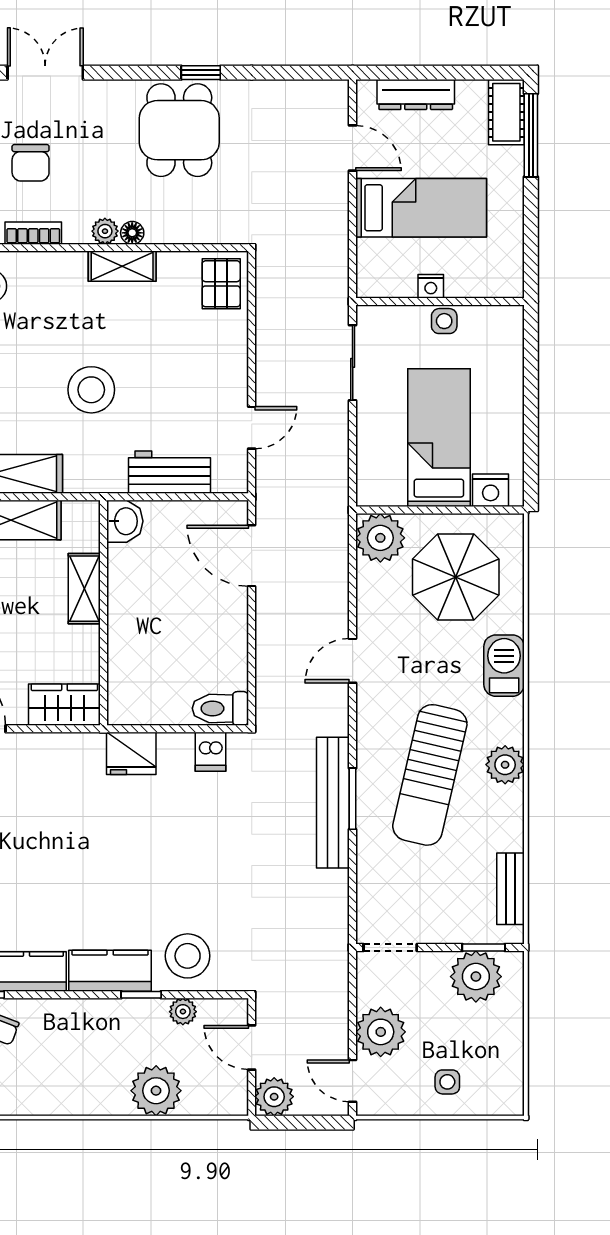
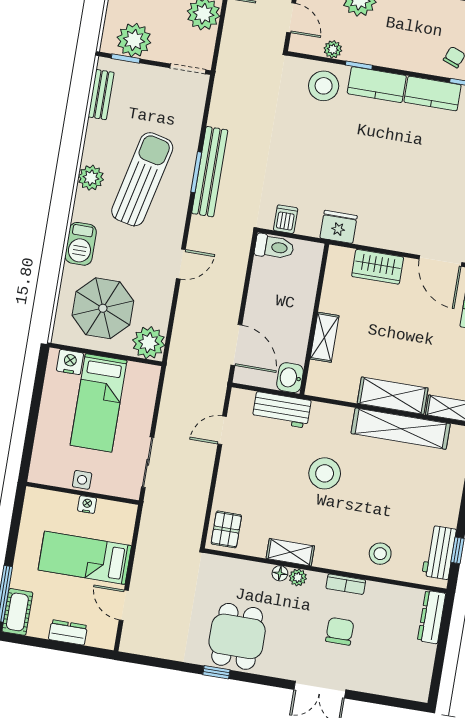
dresser: (416, 95) -> (68, 632), width x0.70
washbasin: (125, 521) -> (290, 378), moved
shelving: (84, 589) -> (325, 337), moved
wall: (104, 613) -> (314, 319), moved

